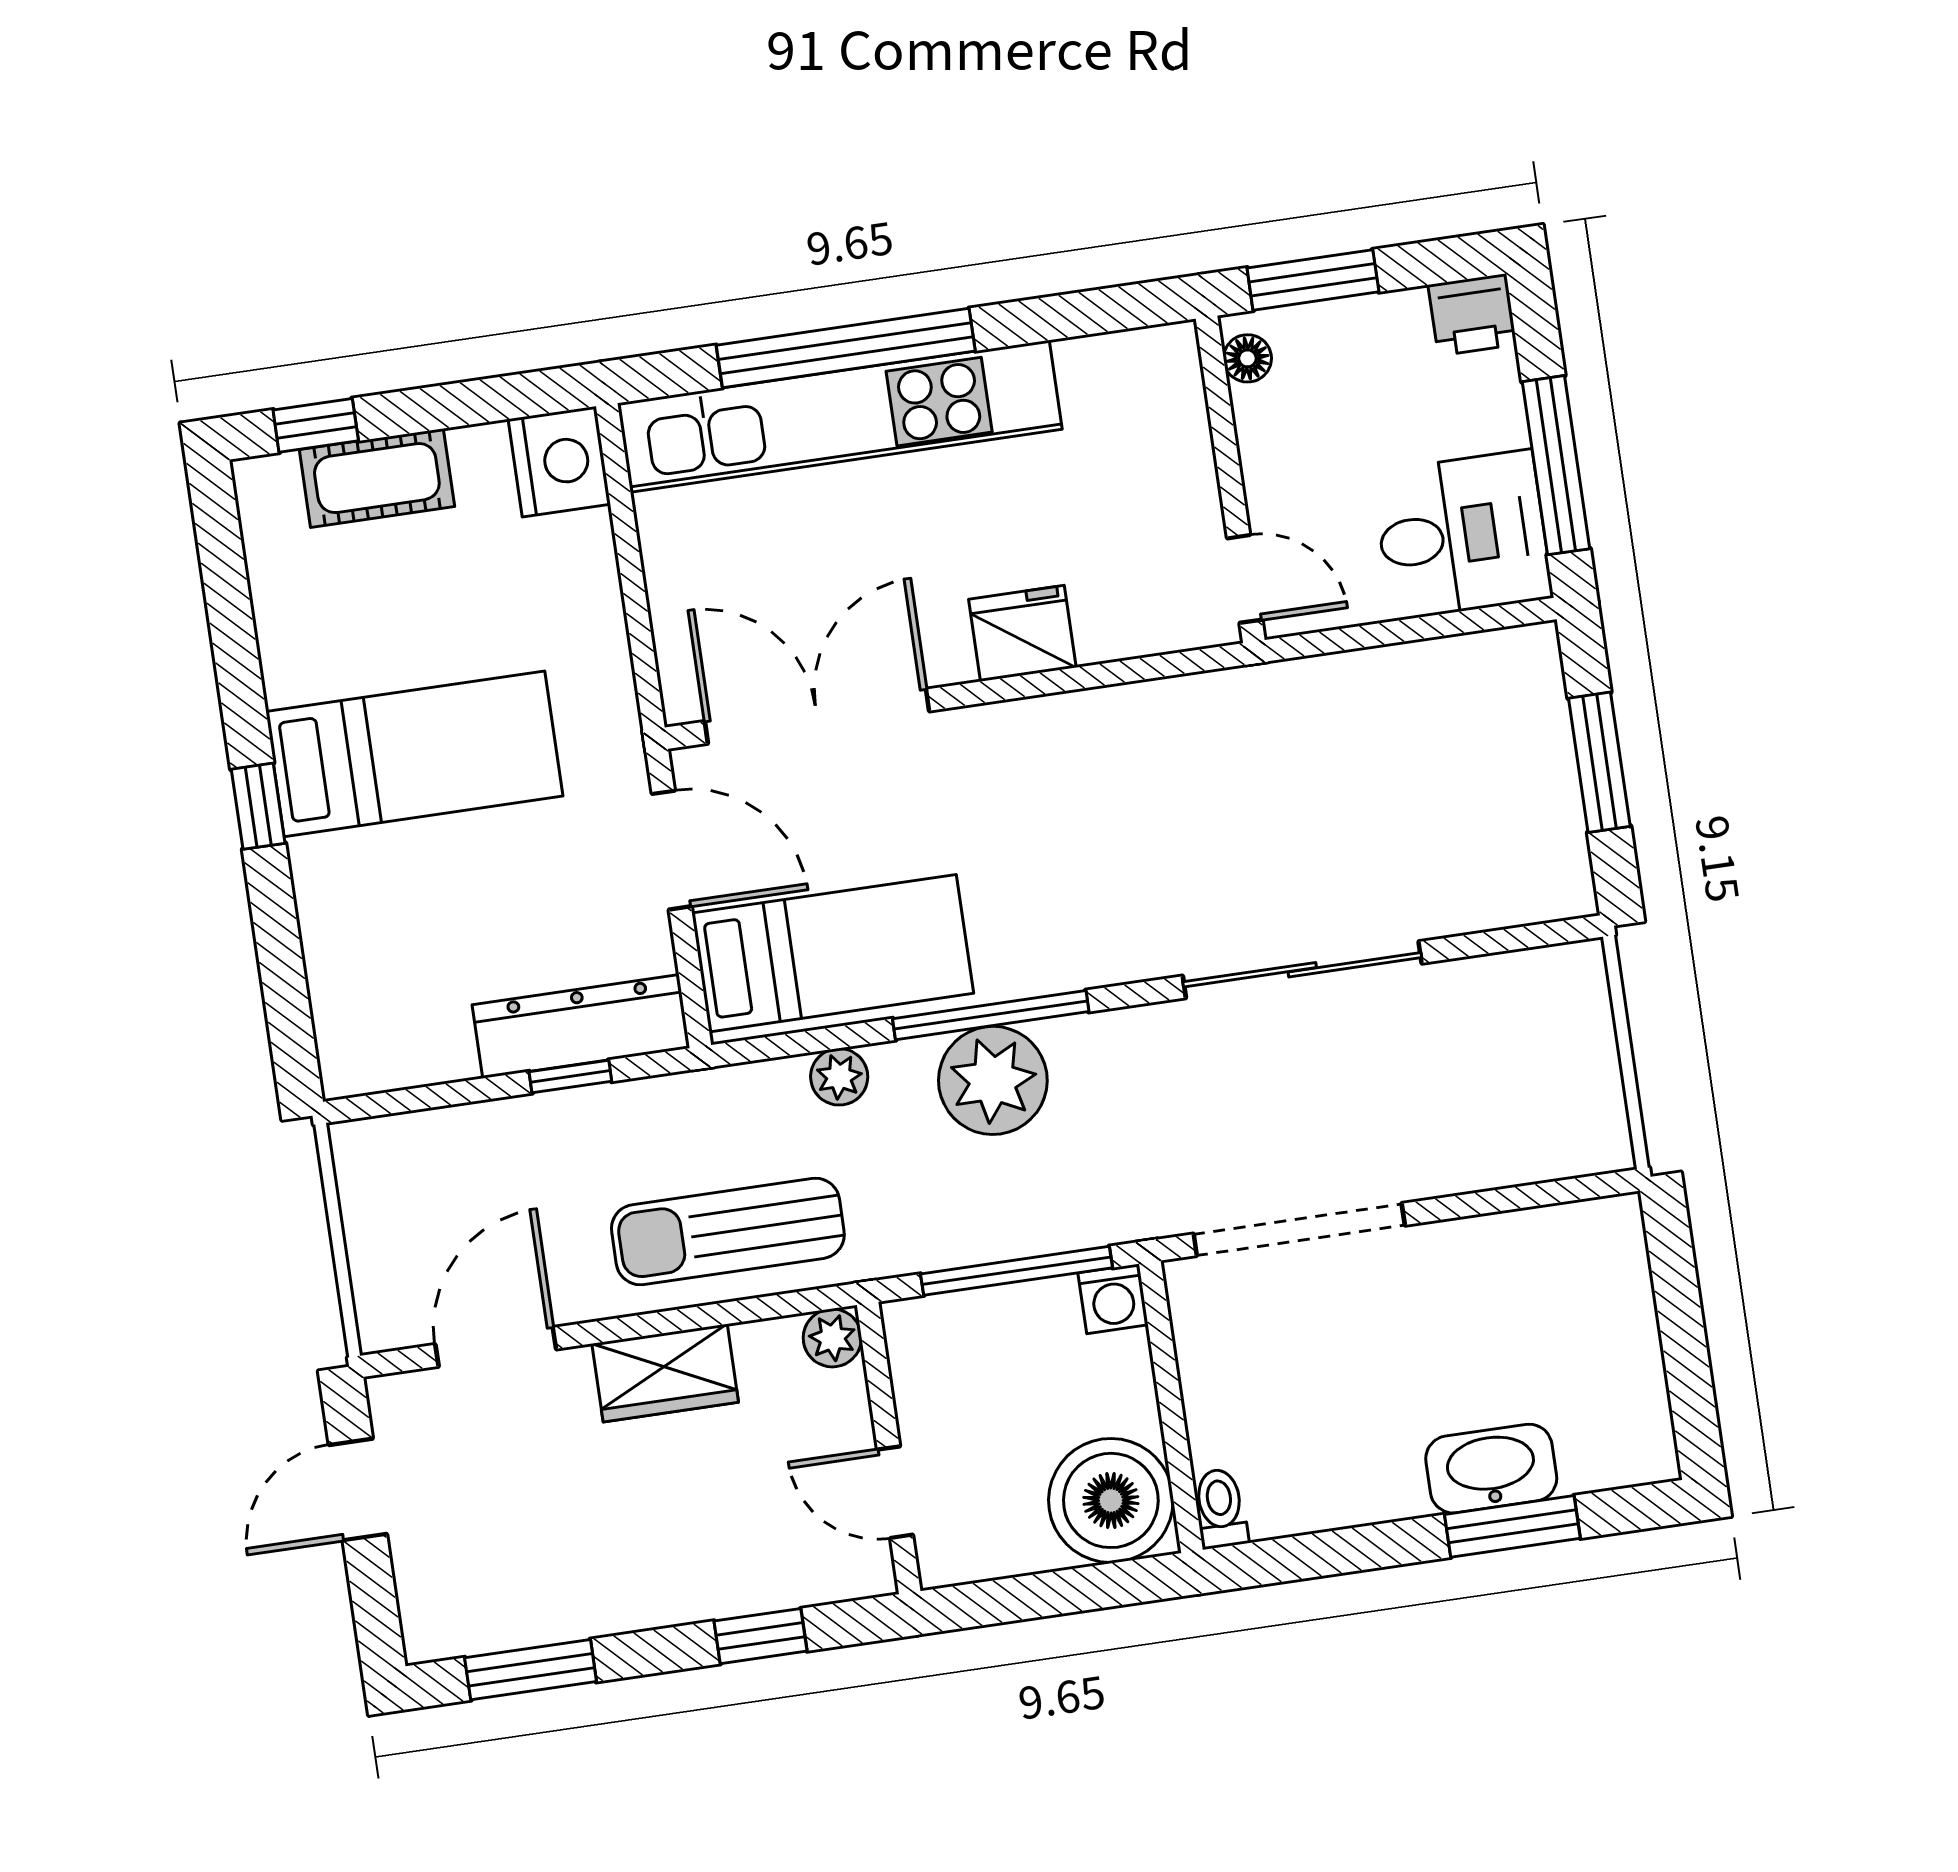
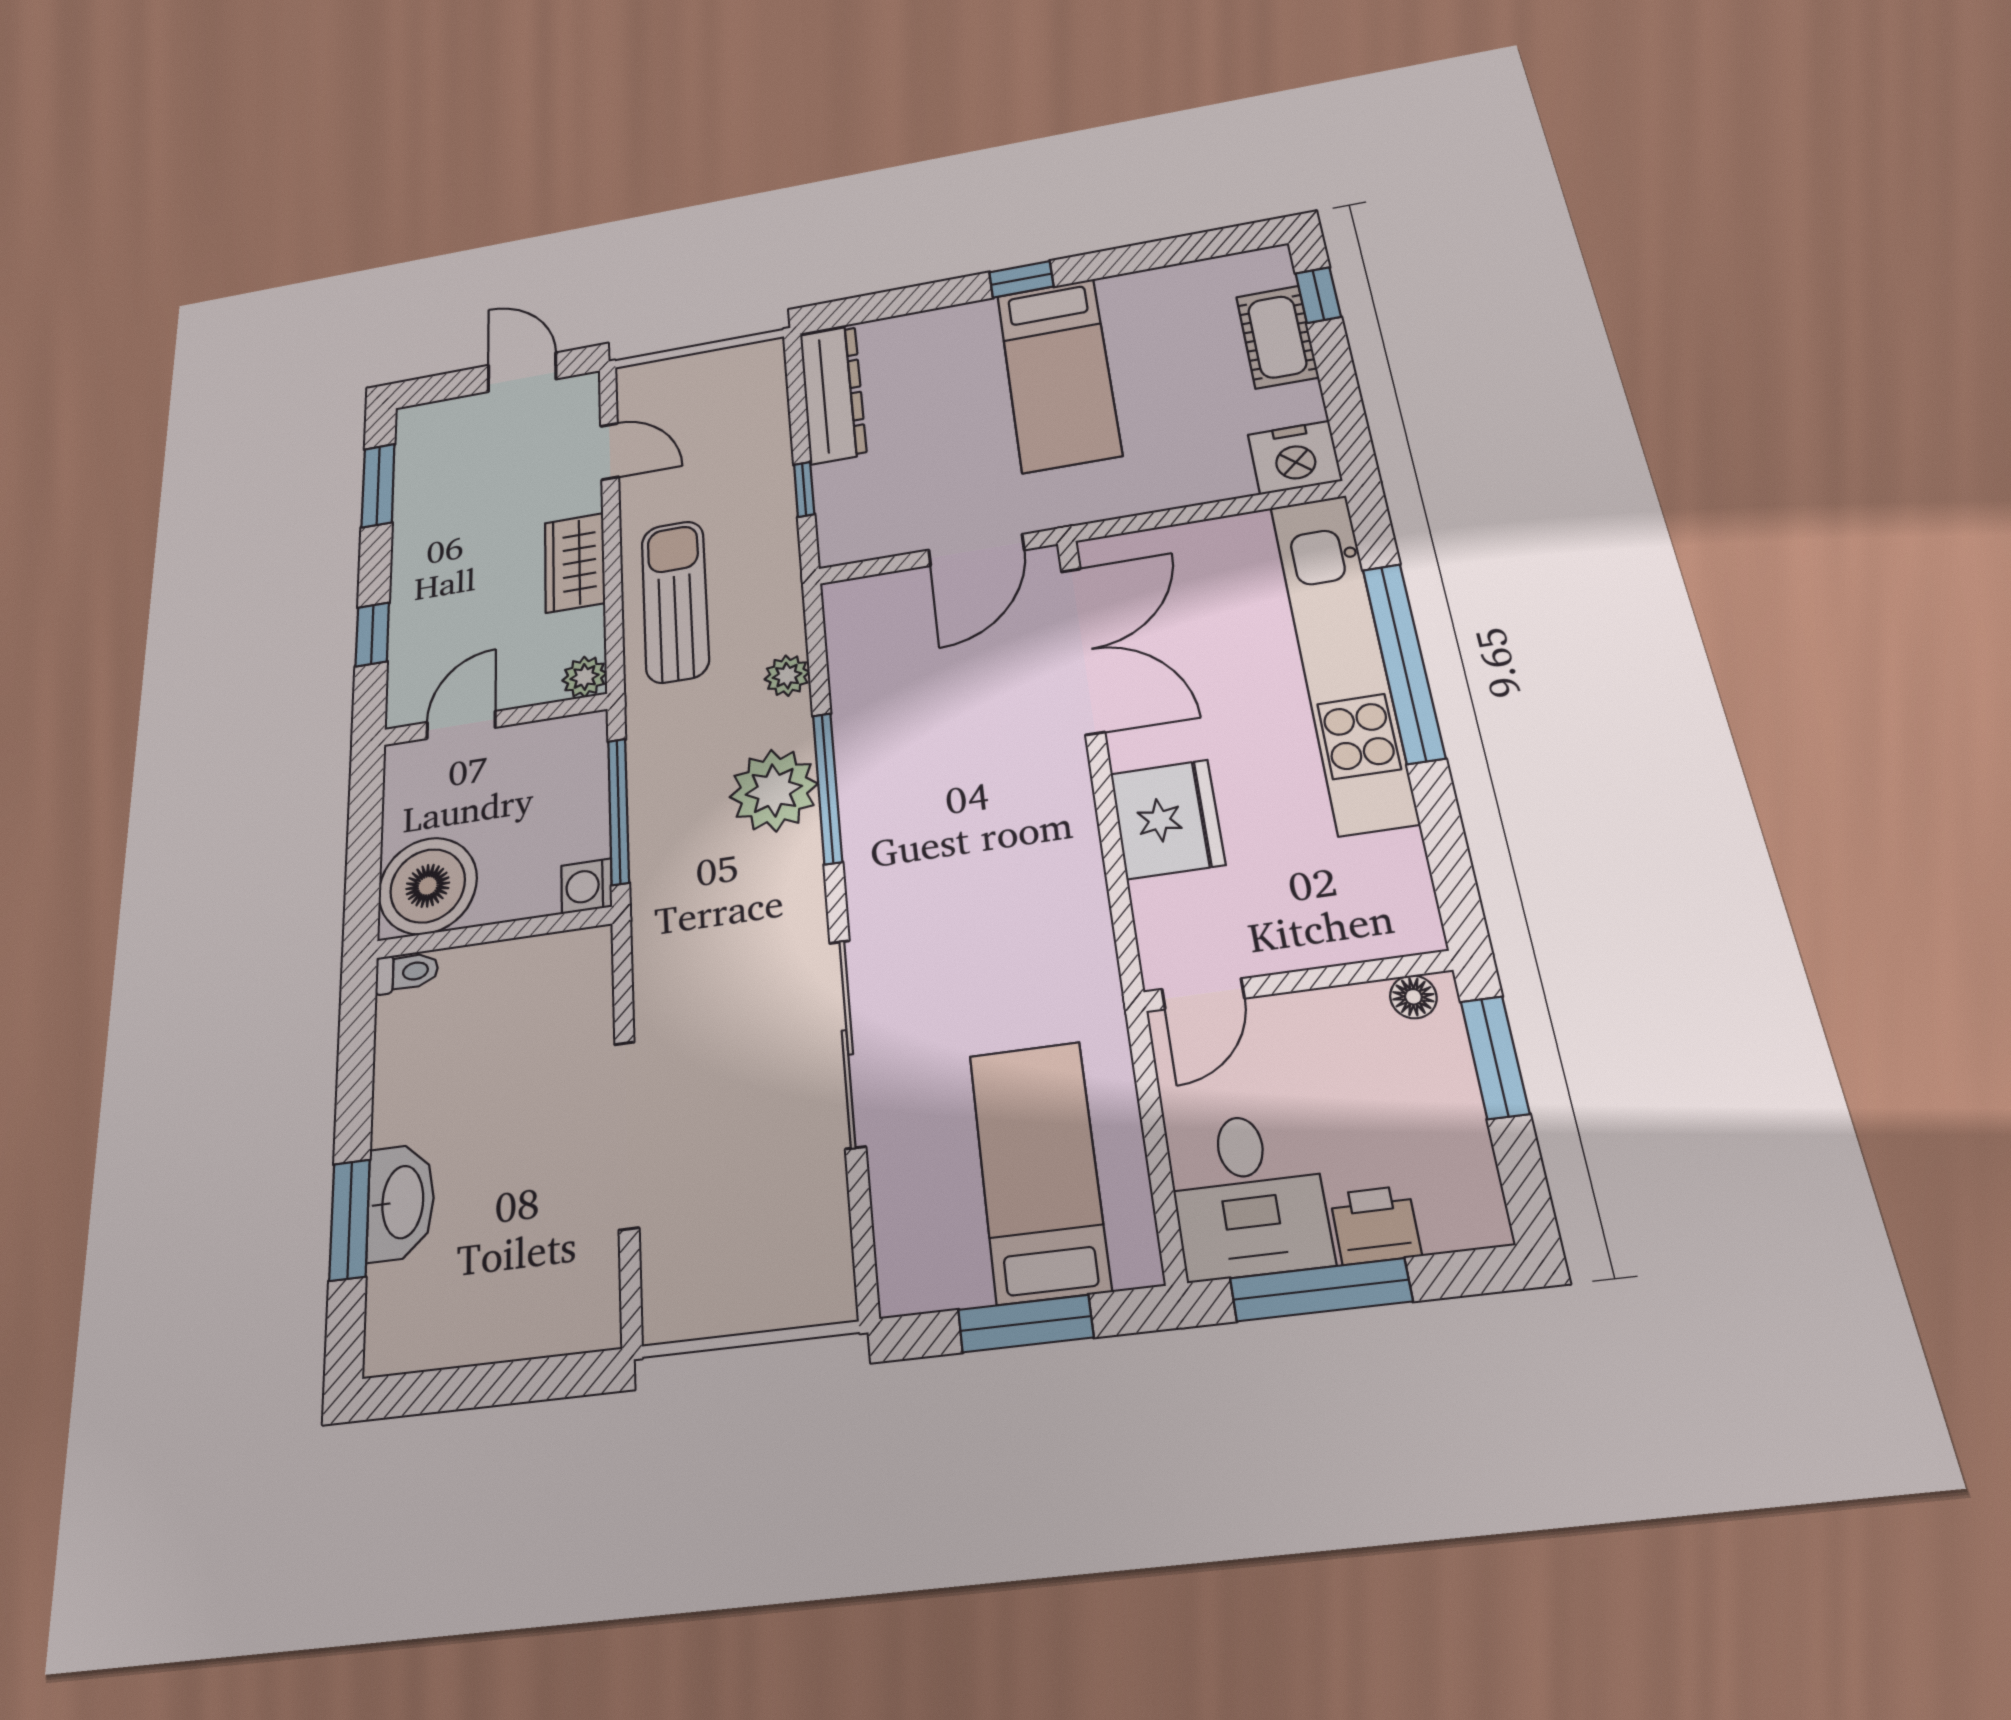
printer: (1472, 315) -> (1375, 1225), moved, turned 90
fridge: (1022, 633) -> (1167, 819), width x1.36, depth x1.34
bed: (833, 953) -> (1039, 1171), moved, turned 180
dresser: (581, 1026) -> (833, 394), moved
doorway: (1299, 1230) -> (627, 1134), moved
door: (496, 1347) -> (610, 451), width x0.73

